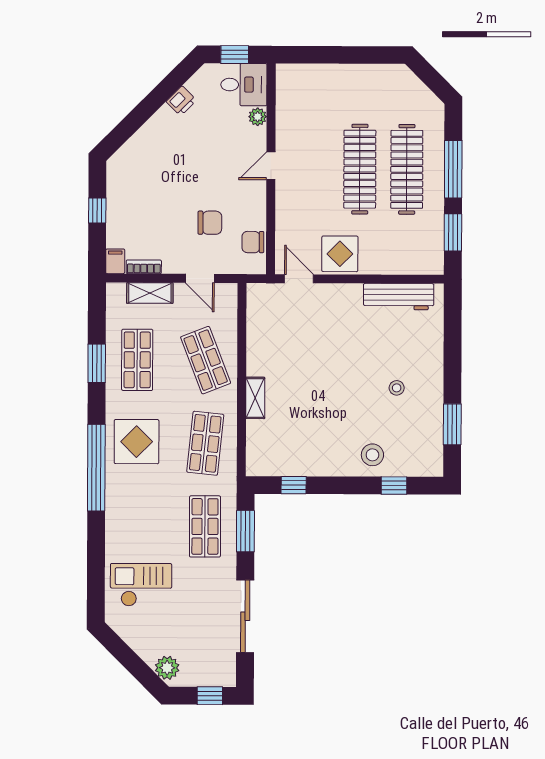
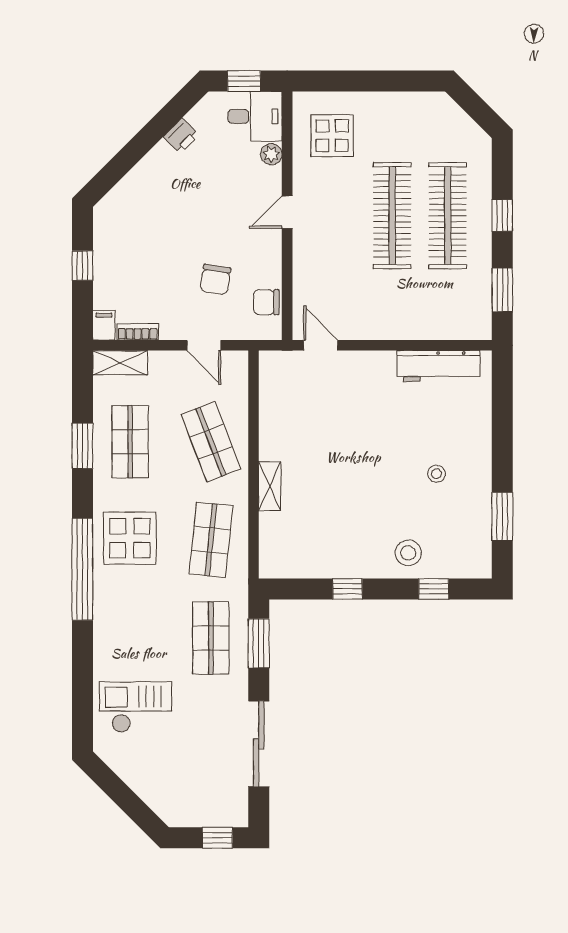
window: (453, 169) -> (502, 215), width x0.46
chair: (210, 223) -> (215, 279), turned 99
display table: (340, 254) -> (332, 136), moved
shelving: (150, 293) -> (120, 363), moved
window: (294, 485) -> (347, 589), moved
plant: (167, 668) -> (167, 805), removed

